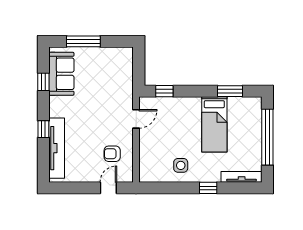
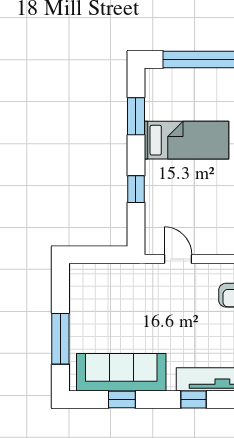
sofa: (61, 74) -> (121, 372), width x1.36
window: (164, 91) -> (136, 189), moved

